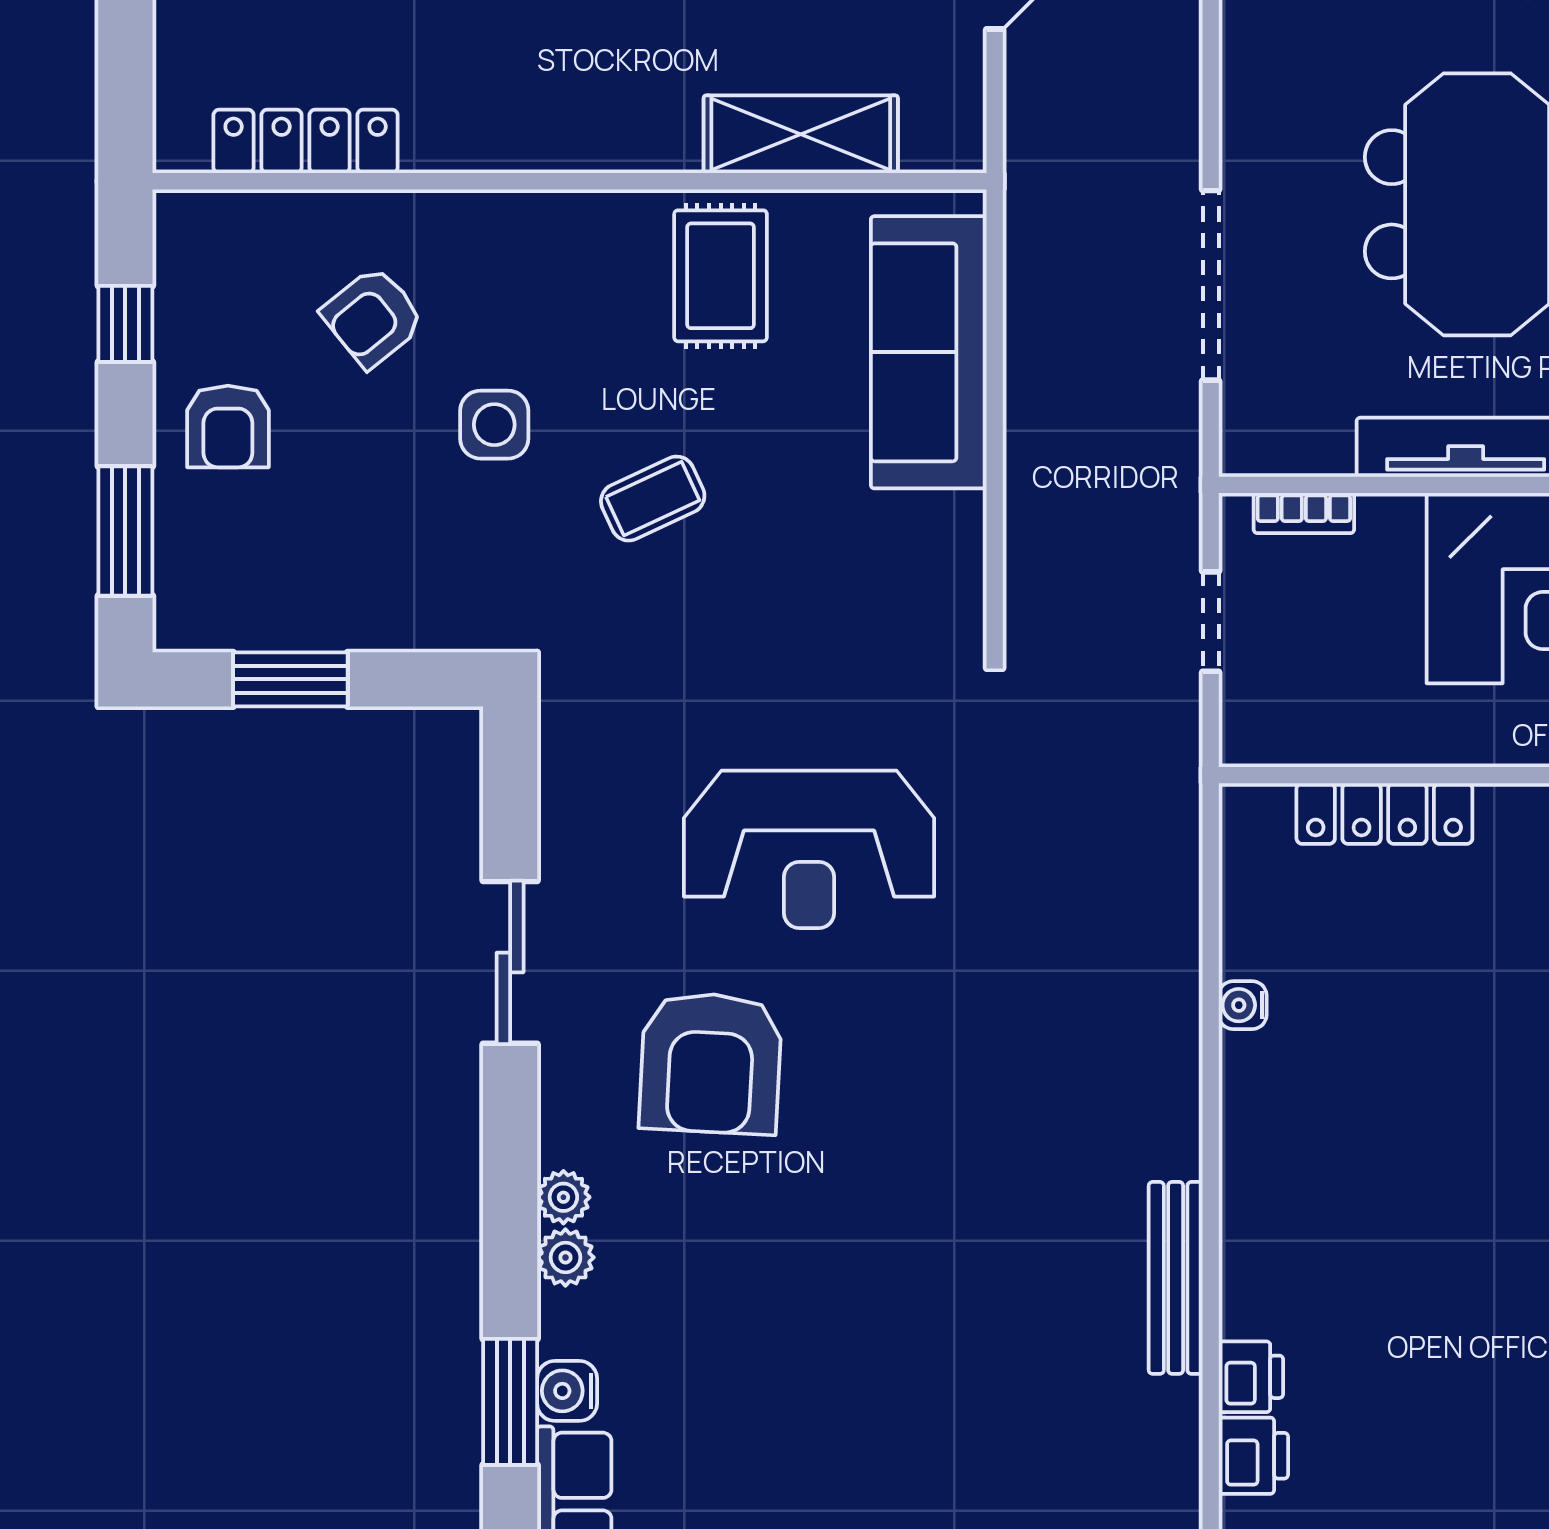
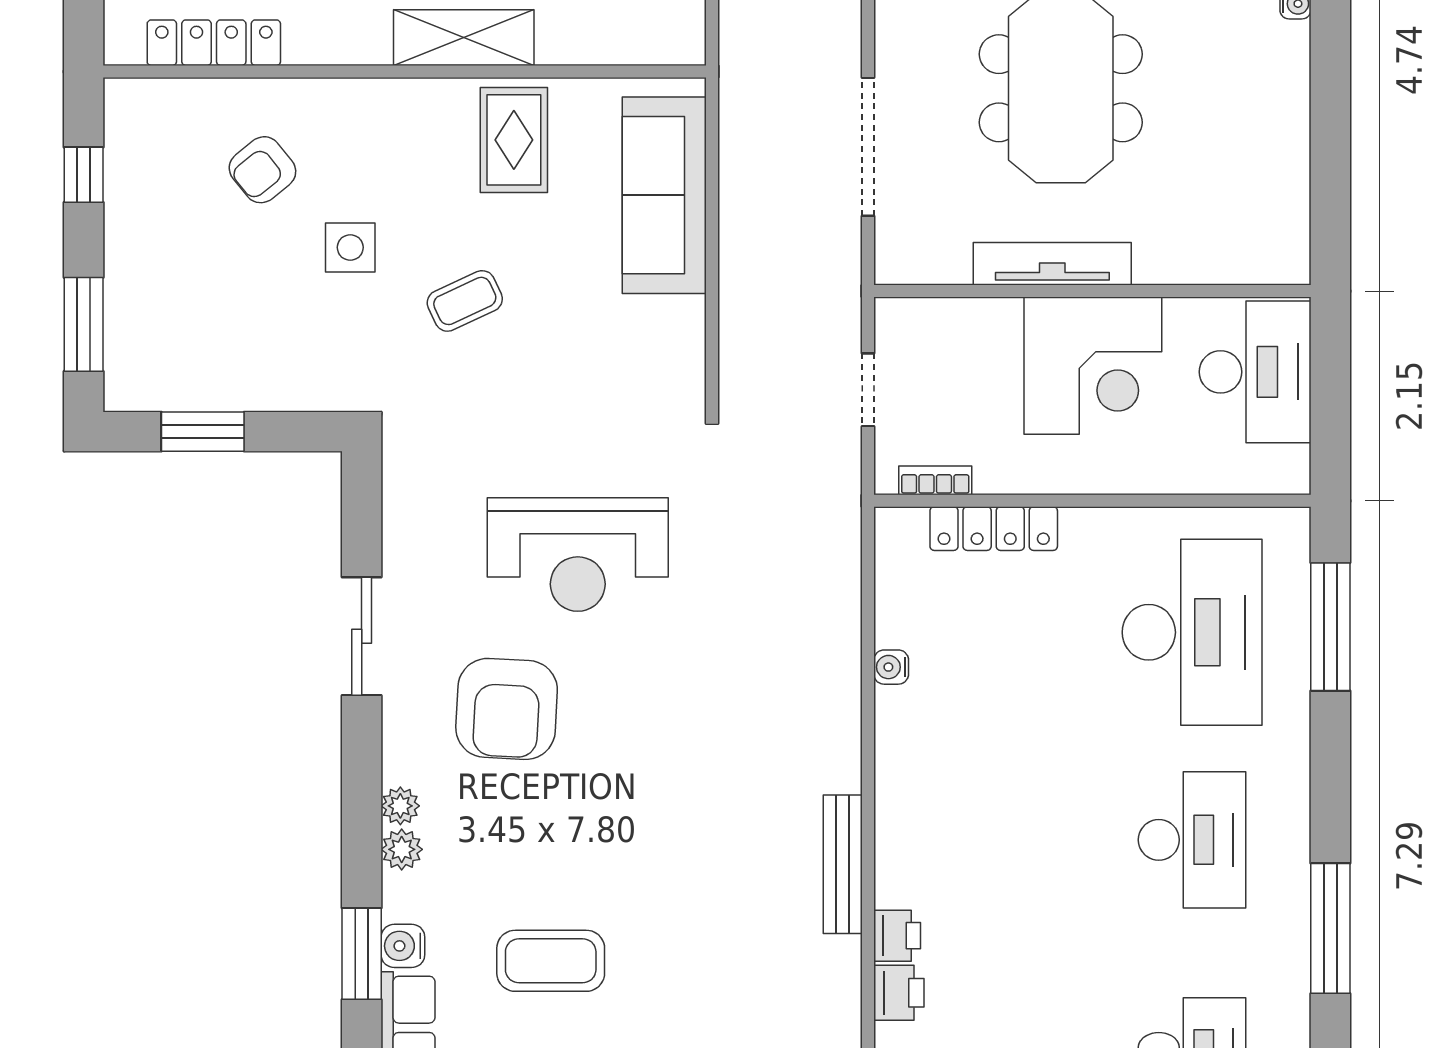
shelving: (801, 134) -> (464, 38), moved
armchair: (228, 426) -> (158, 249), removed
bookcase: (1304, 513) -> (935, 480), moved, turned 180
coffee table: (772, 1411) -> (551, 961), added

